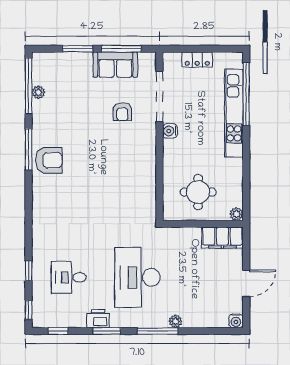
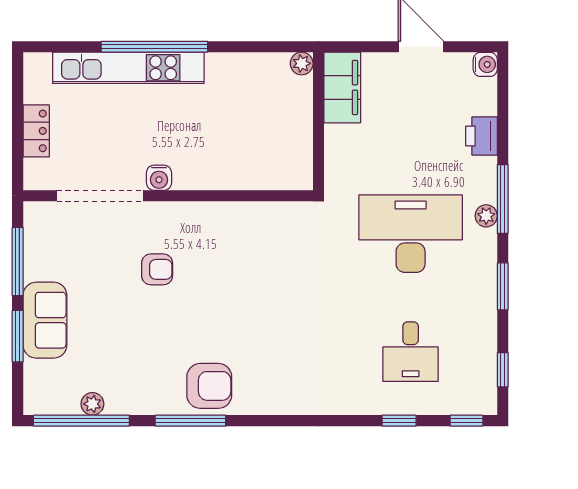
sofa: (115, 65) -> (45, 320), moved
window: (246, 94) -> (154, 47), moved
armchair: (122, 112) -> (157, 269), moved
armchair: (49, 160) -> (209, 386), turned 90
round table: (198, 192) -> (264, 129), removed
desk: (137, 277) -> (411, 234), turned 180
printer: (98, 319) -> (481, 136), moved
plant: (175, 321) -> (486, 216), moved

